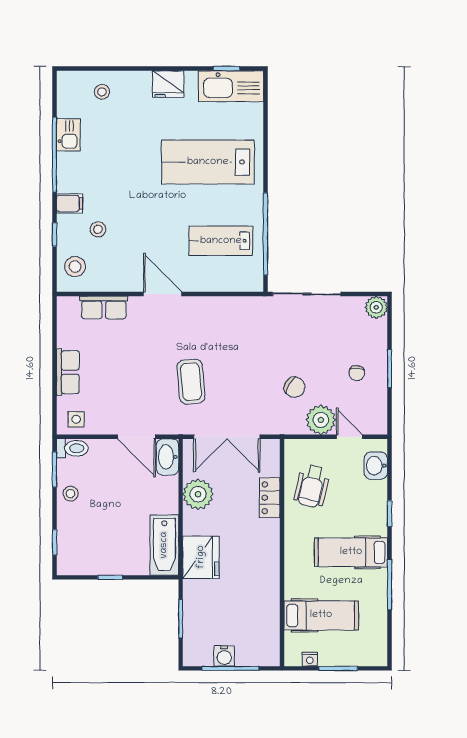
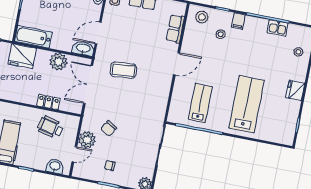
kitchen sink: (231, 86) -> (287, 126), removed

